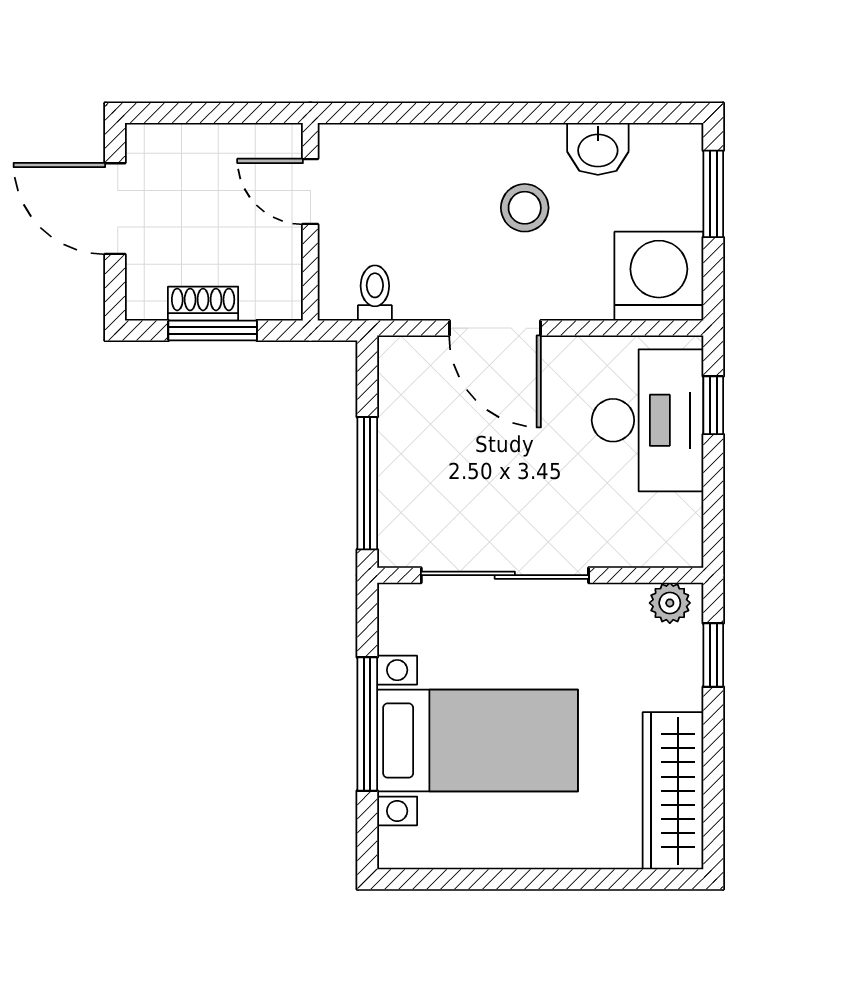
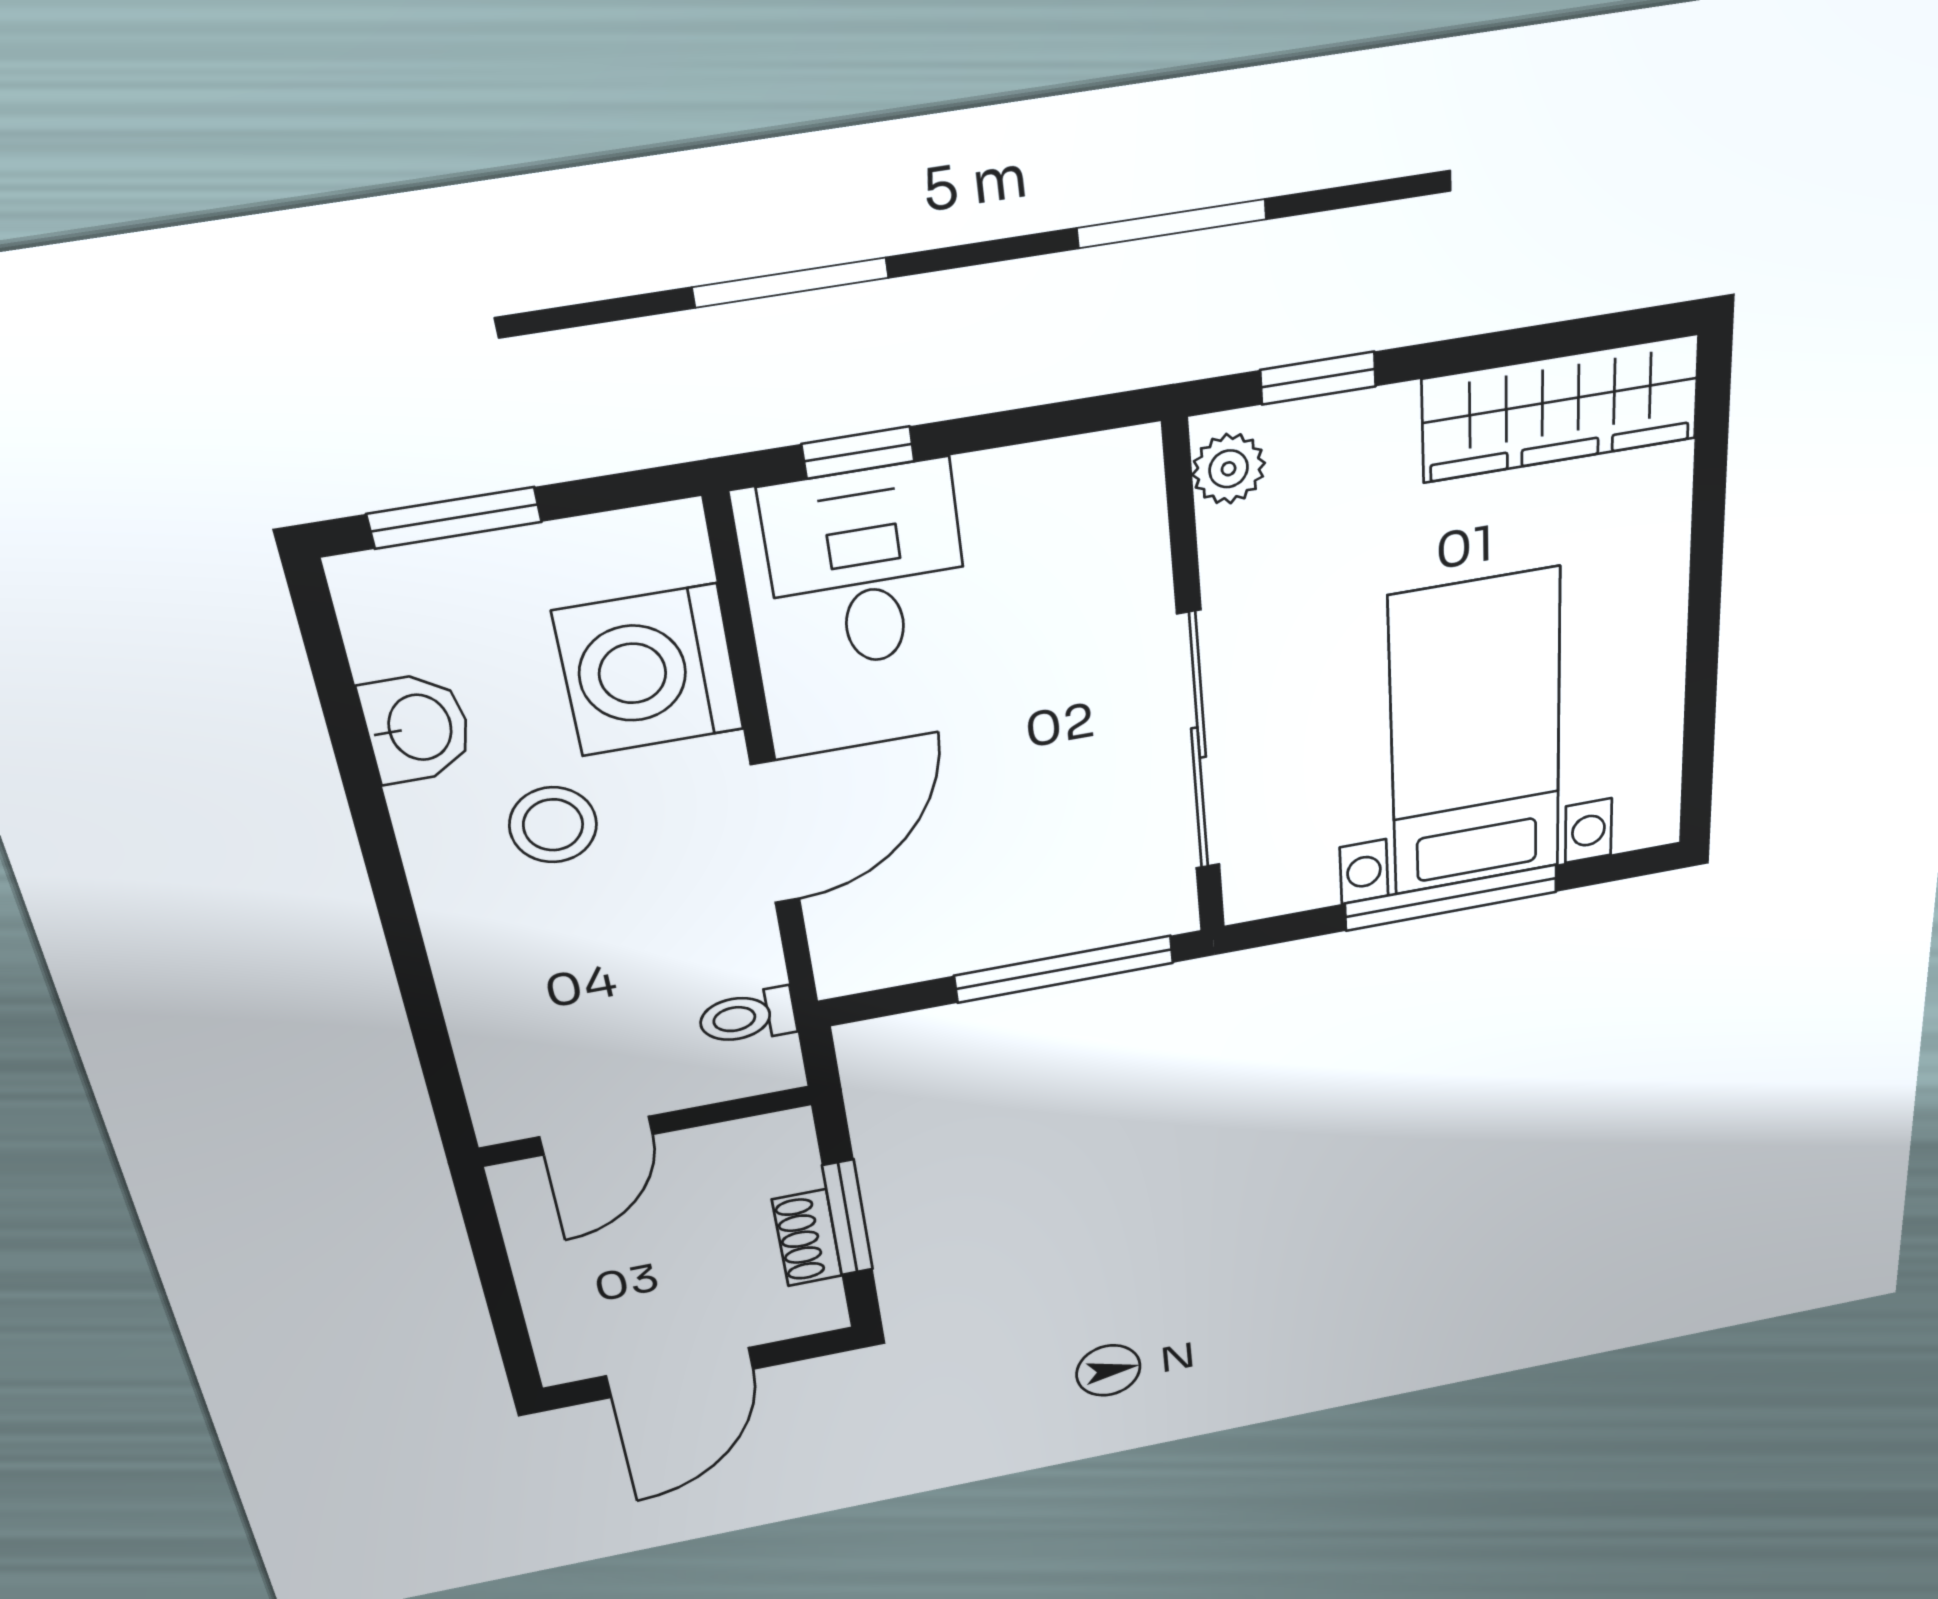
washing machine: (659, 276) -> (649, 671), moved
desk: (648, 420) -> (867, 567), width x0.73

